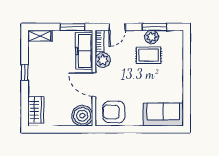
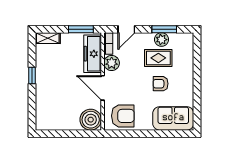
armchair: (151, 80) -> (161, 84), added
wardrobe: (36, 110) -> (43, 114), removed
armchair: (114, 112) -> (123, 116), turned 180

